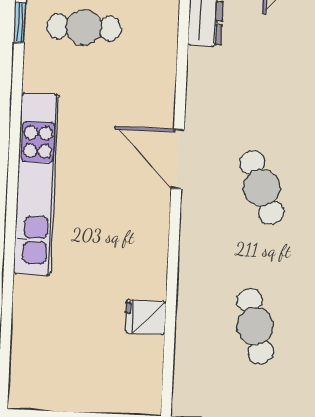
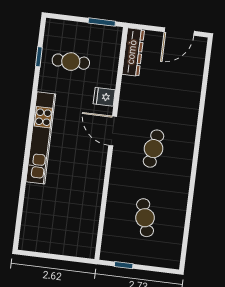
cafe table: (261, 188) -> (154, 149), turned 33
fridge: (146, 317) -> (104, 97), moved

